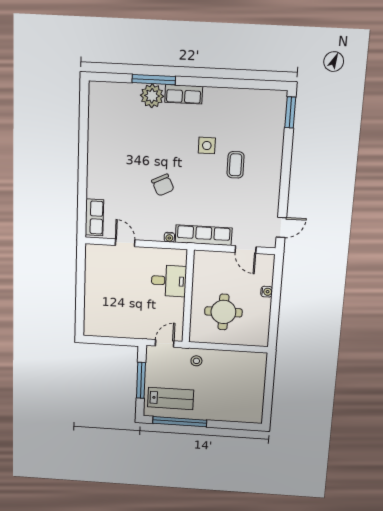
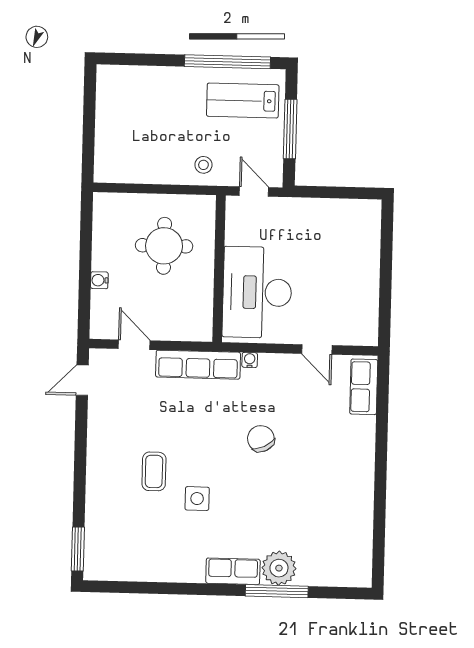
desk: (169, 281) -> (257, 292), width x1.87, depth x1.30
door: (165, 343) -> (254, 191), swing flipped

